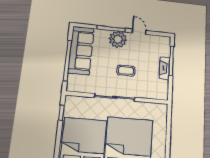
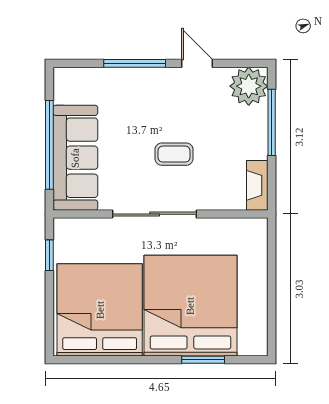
plant: (118, 39) -> (249, 86), moved
sofa: (81, 50) -> (75, 158), moved
fireplace: (165, 68) -> (257, 185), moved

